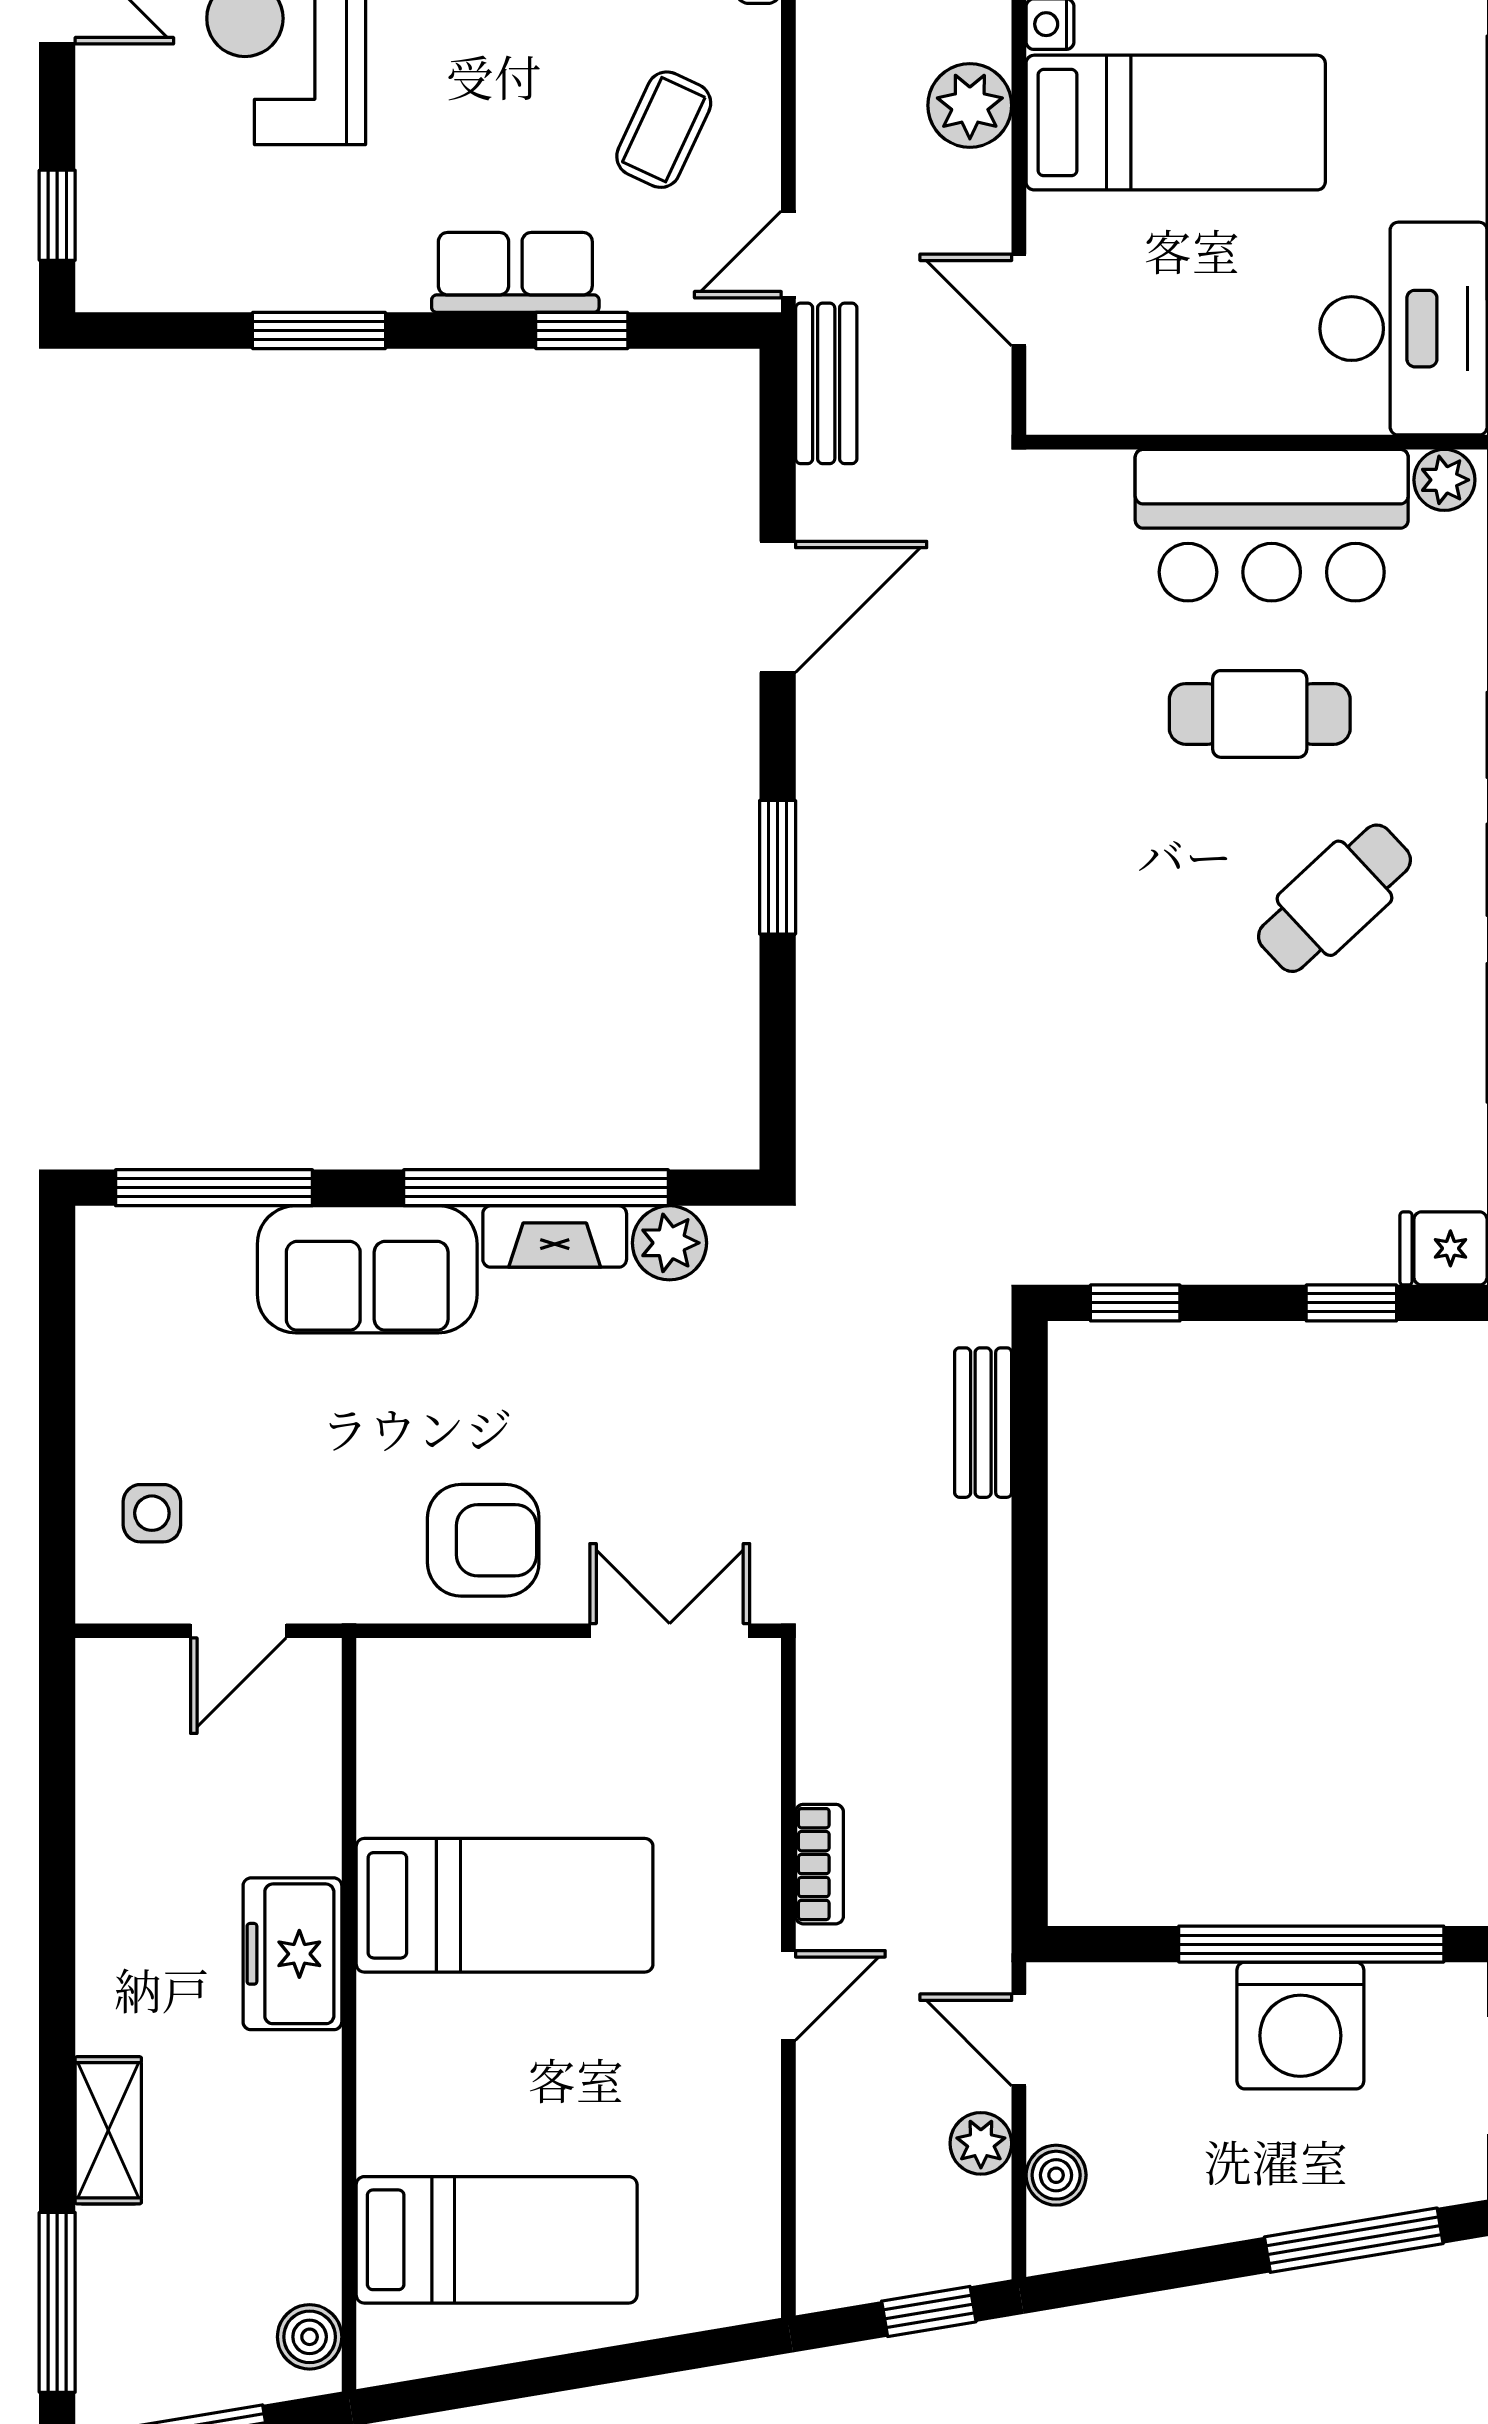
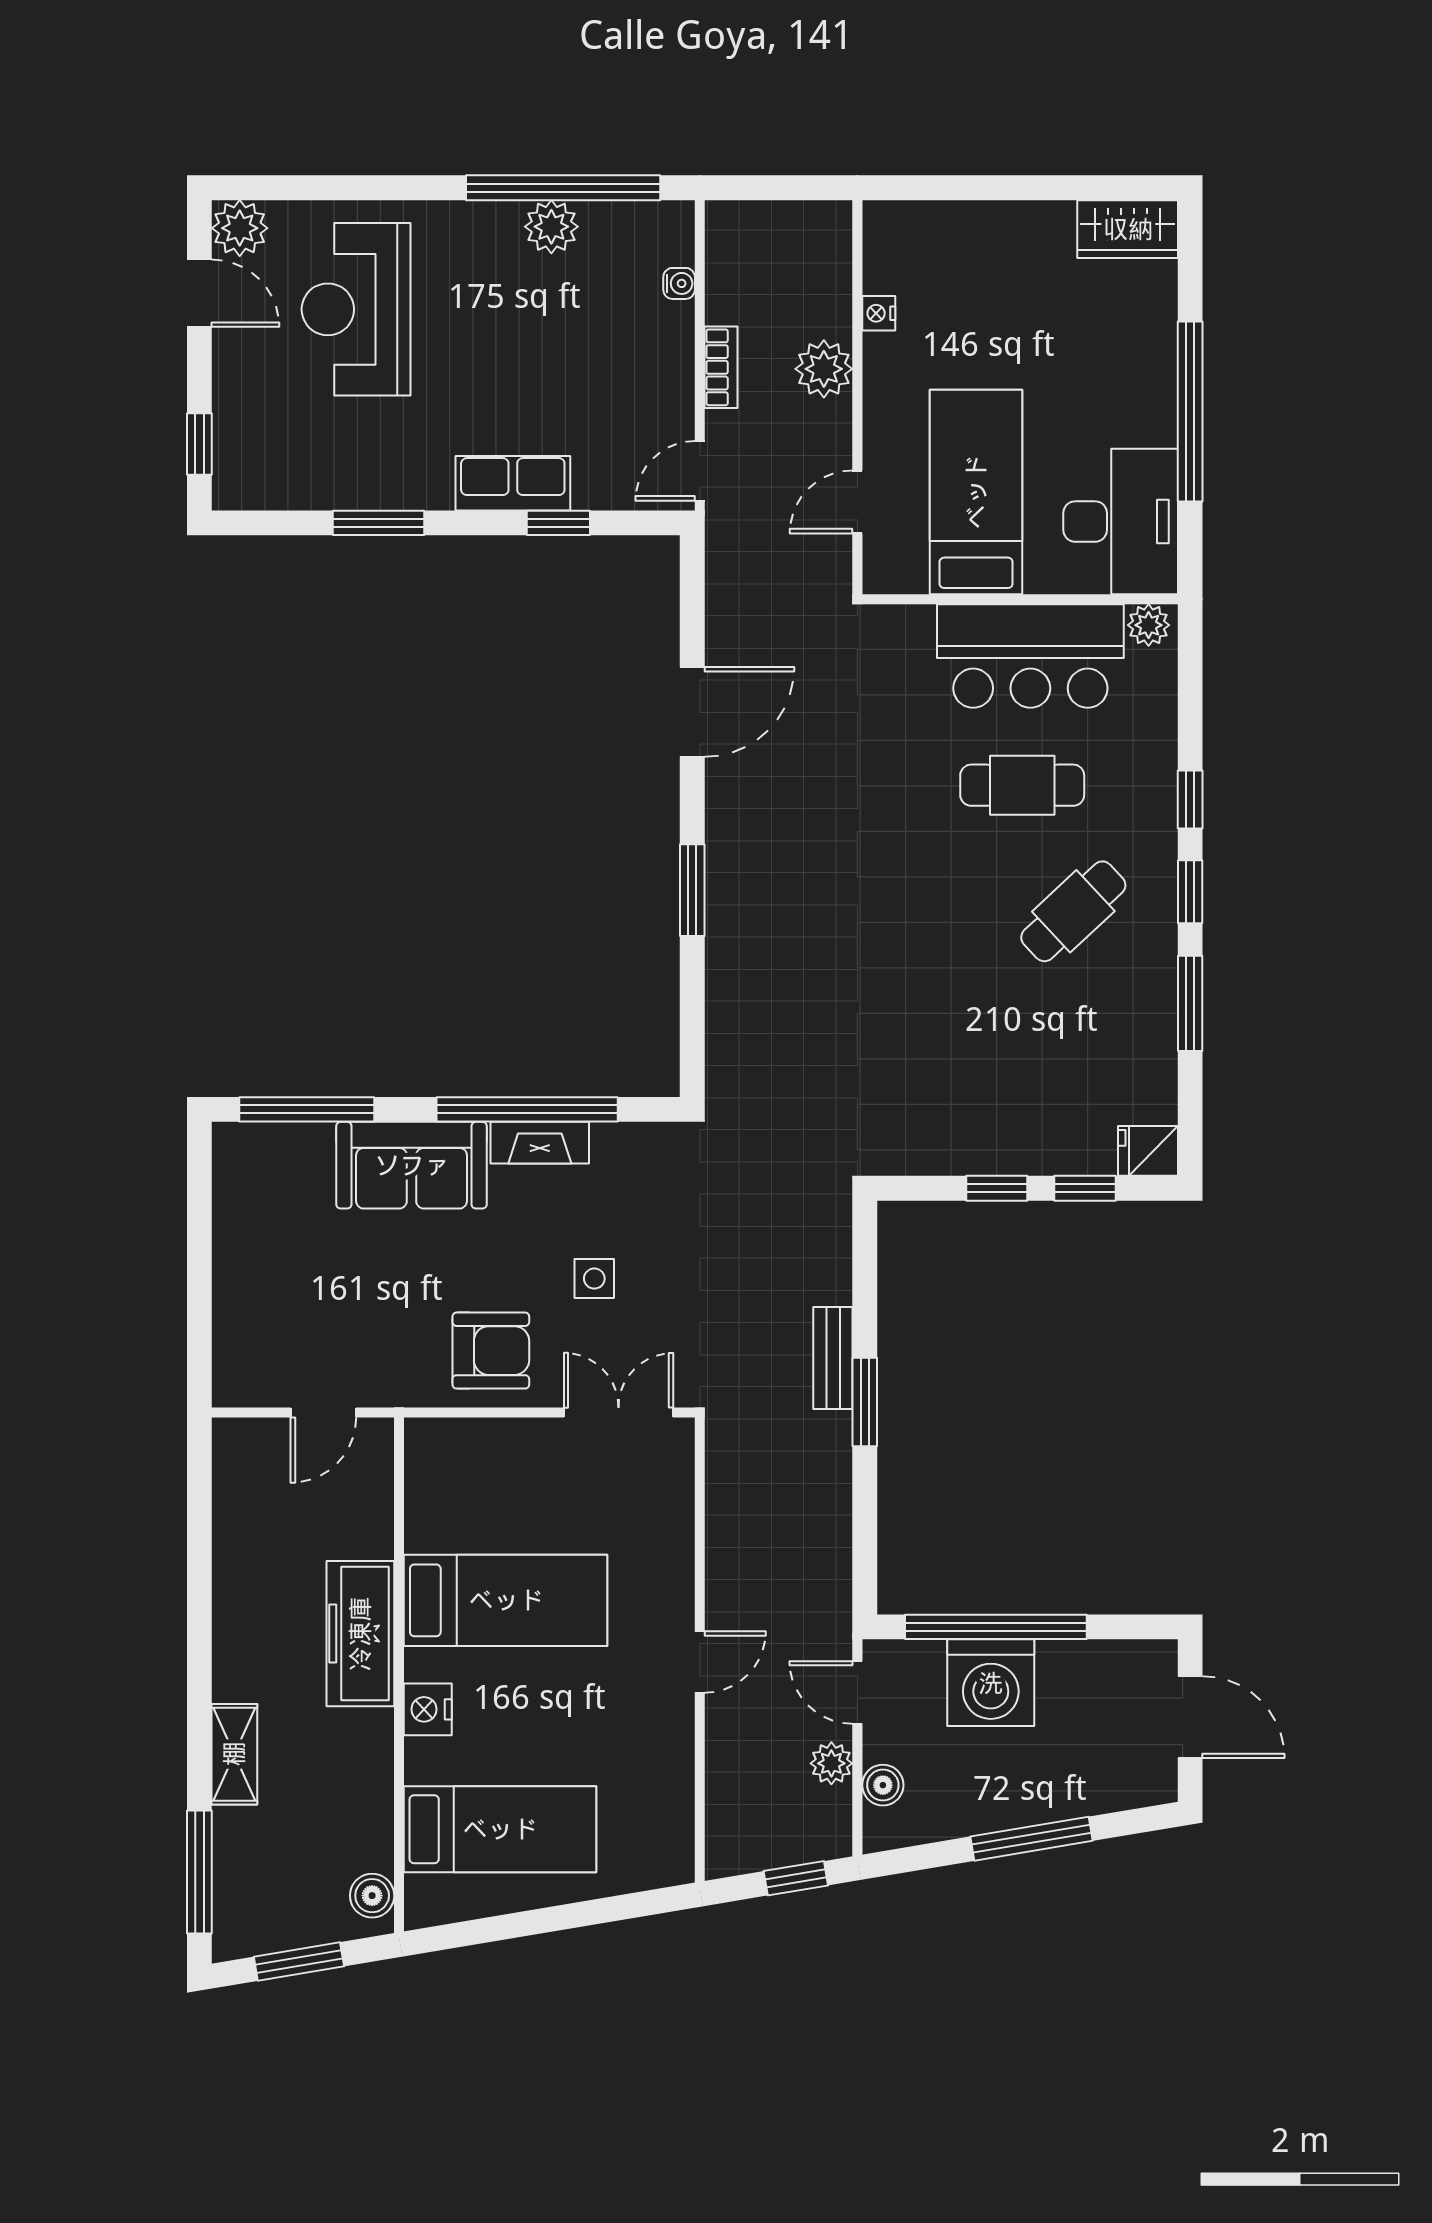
bed: (1176, 123) -> (976, 492), moved, turned -90
coffee table: (664, 130) -> (614, 385), removed
door: (1019, 300) -> (857, 502), hinge flipped
bench: (826, 383) -> (726, 559), removed
plant: (669, 1243) -> (618, 1147), removed
window: (1135, 1303) -> (997, 1188), moved
bench: (983, 1423) -> (833, 1358), moved
side table: (152, 1513) -> (594, 1279), moved
window: (1030, 1615) -> (865, 1402), added
bookcase: (819, 1864) -> (721, 367), moved
window: (1311, 1944) -> (996, 1627), moved
freezer: (292, 1954) -> (360, 1634), width x1.40
washing machine: (1300, 2026) -> (991, 1683), moved
nightstand: (391, 2065) -> (428, 1709), added
window: (1354, 2240) -> (1032, 1839), moved

